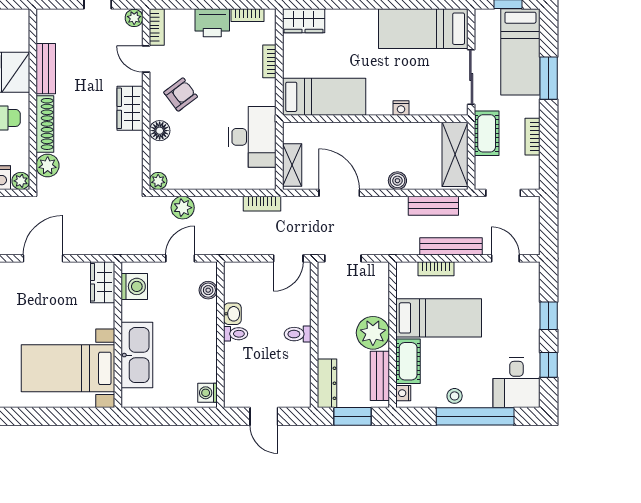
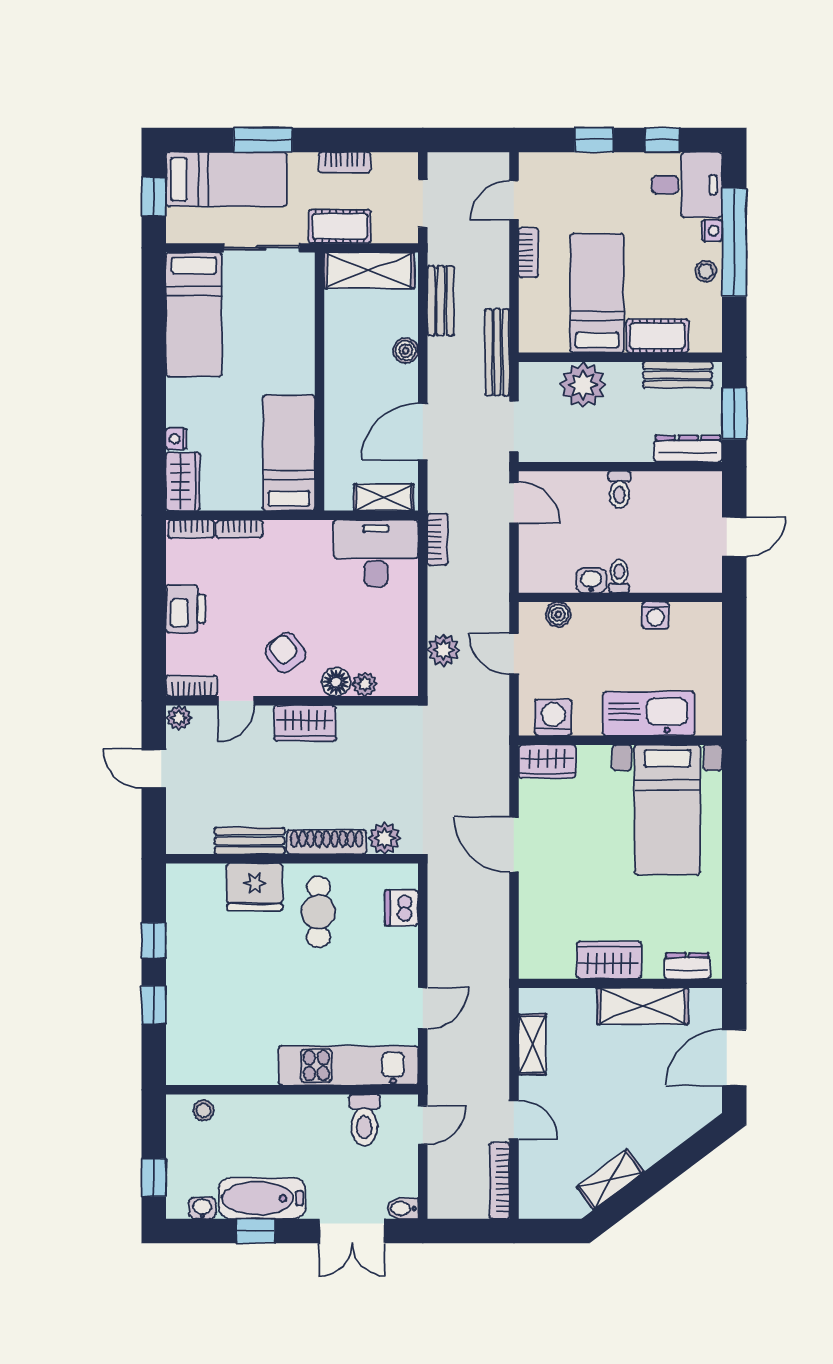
bookcase: (248, 15) -> (191, 529), moved, turned 90
nightstand: (401, 108) -> (176, 439), moved, turned 180
desk: (252, 137) -> (376, 553), moved
plant: (21, 181) -> (406, 875), removed
plant: (158, 181) -> (365, 684), moved
bench: (451, 246) -> (497, 352), moved
bookcase: (436, 269) -> (528, 253), moved
plant: (373, 333) -> (583, 385), moved
washing machine: (208, 393) -> (656, 615), moved
nightstand: (403, 393) -> (712, 231), moved, turned -90

